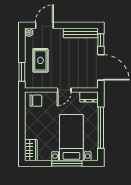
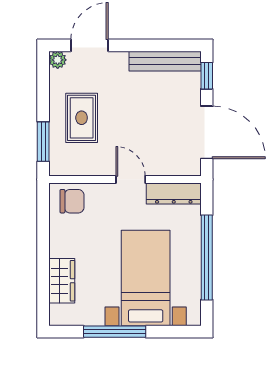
door: (64, 90) -> (131, 179), swing flipped
dresser: (89, 97) -> (174, 193), width x1.44
wardrobe: (31, 150) -> (62, 281), moved
window: (67, 163) -> (115, 332), moved

